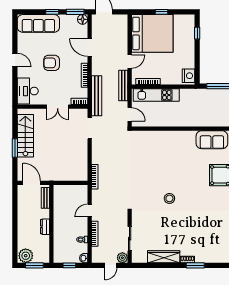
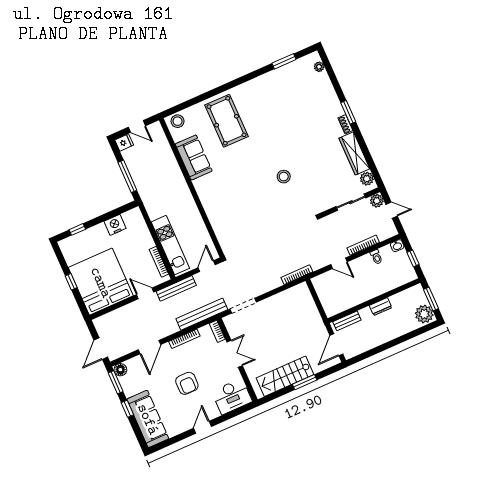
nightstand: (189, 76) -> (115, 225), moved
plant: (141, 258) -> (367, 179), added

